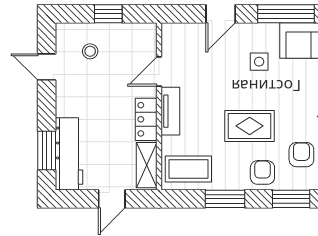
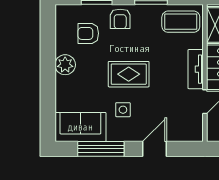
rug: (250, 126) -> (129, 74), moved
armchair: (301, 155) -> (88, 33), turned 90

